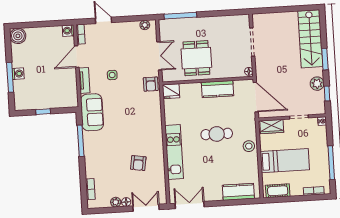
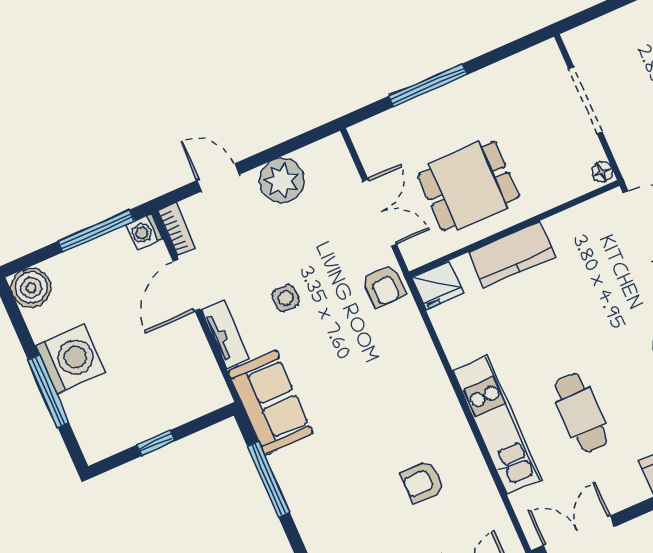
window: (180, 16) -> (428, 85), moved
window: (50, 24) -> (96, 231), added
plant: (145, 25) -> (282, 180), moved, width x1.88, depth x1.88
dining table: (196, 58) -> (468, 186), turned 90
washing machine: (18, 74) -> (70, 359), width x1.89, depth x1.89
kitchen counter: (218, 89) -> (512, 254), moved
cafe table: (217, 134) -> (581, 413), moved, turned 90
armchair: (138, 163) -> (423, 482), turned 81

